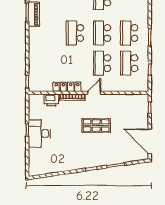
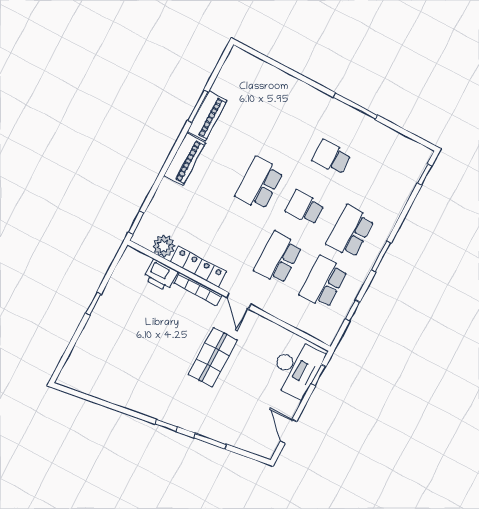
school desk: (102, 33) -> (305, 208), width x0.54
piano: (34, 40) -> (185, 159), added
plant: (46, 86) -> (164, 246), added
door: (94, 93) -> (239, 301), swing flipped
shop shelf: (96, 125) -> (213, 357), turned 90
desk: (39, 133) -> (296, 368), moved, turned 180
door: (150, 141) -> (289, 431), width x0.53

